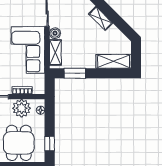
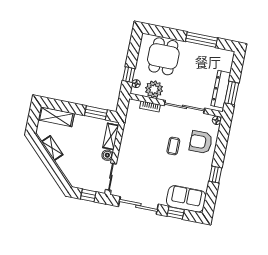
shelving: (101, 18) -> (52, 148), moved
corner sofa: (28, 50) -> (137, 144), removed
window: (50, 144) -> (129, 75), moved

